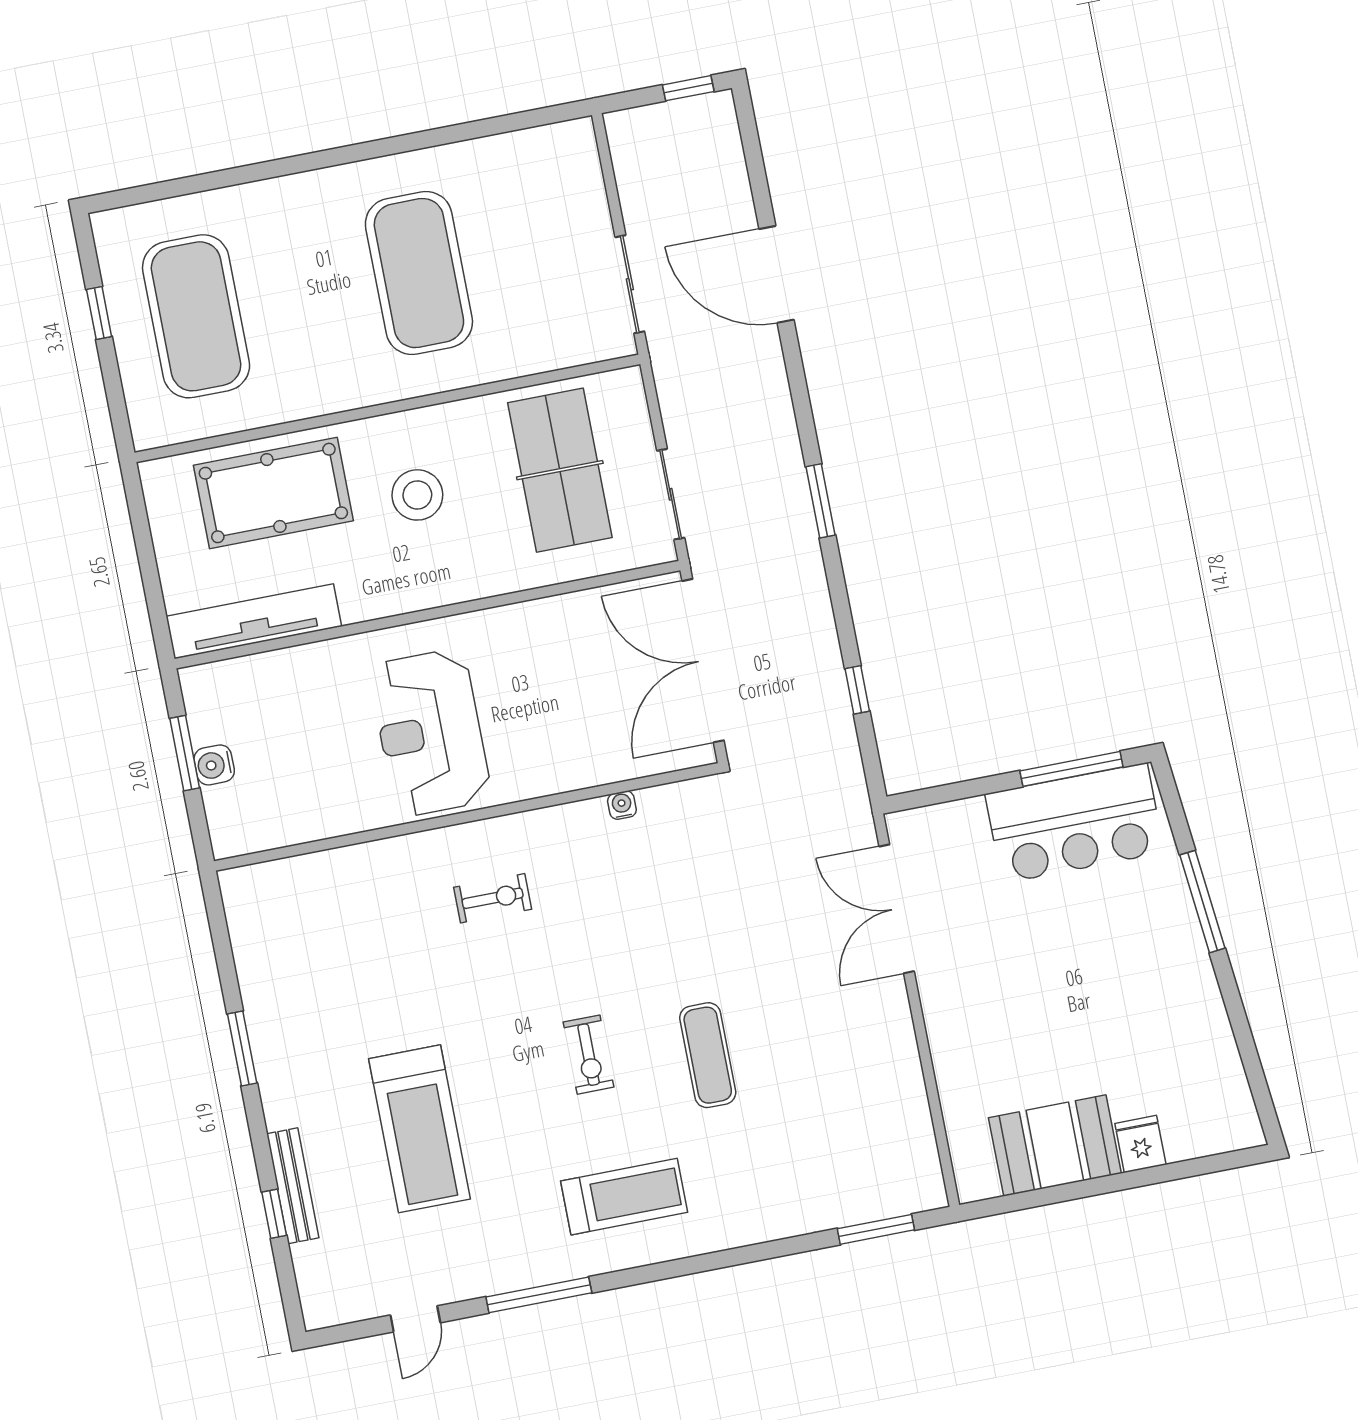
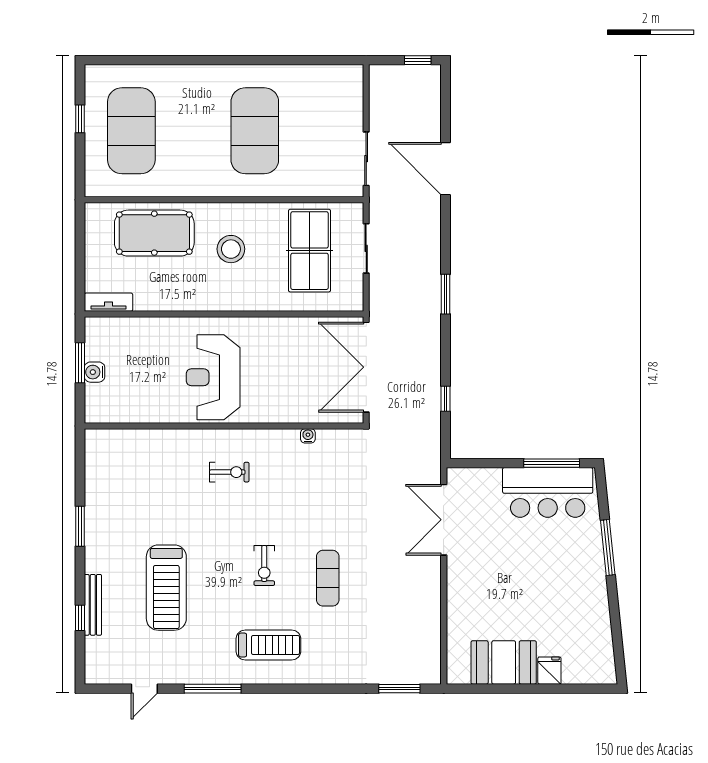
sliding door: (671, 494) -> (366, 248), moved
tv unit: (254, 621) -> (108, 302), width x0.52, depth x0.78

